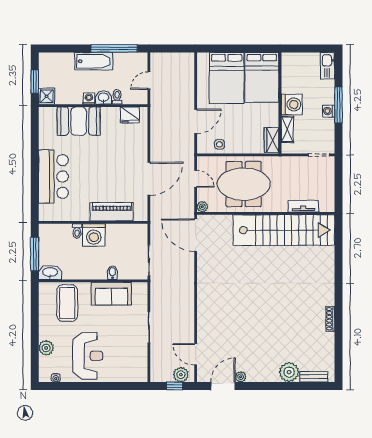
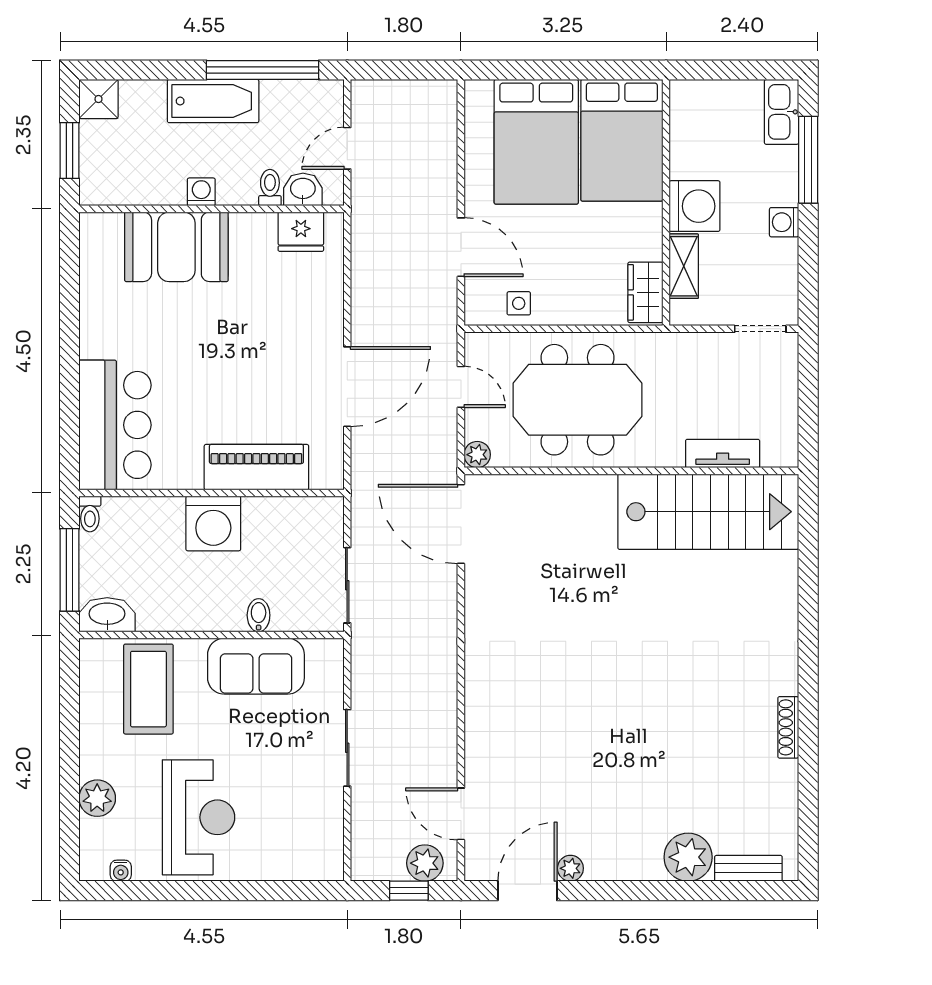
shower: (47, 96) -> (98, 99), moved
washbasin: (104, 98) -> (303, 189), moved
window: (338, 105) -> (808, 160), moved
door: (196, 121) -> (461, 247), hinge flipped
bar counter: (53, 176) -> (115, 425), moved
stairs: (284, 230) -> (708, 512), width x0.73
toilet: (77, 231) -> (90, 514), moved

